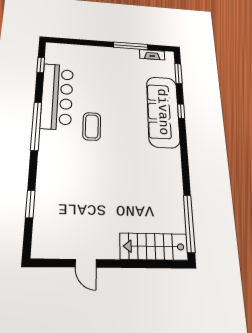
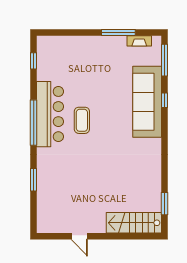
window: (178, 74) -> (164, 60), width x1.44
bar counter: (57, 96) -> (50, 114), moved
window: (30, 204) -> (34, 180), moved
window: (189, 223) -> (164, 204), width x0.47

